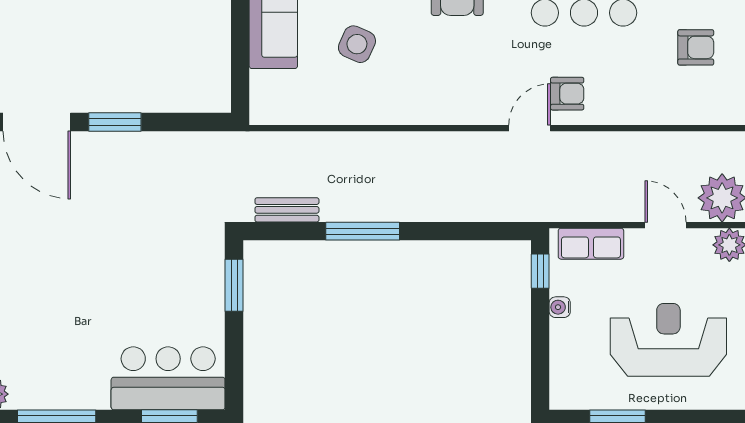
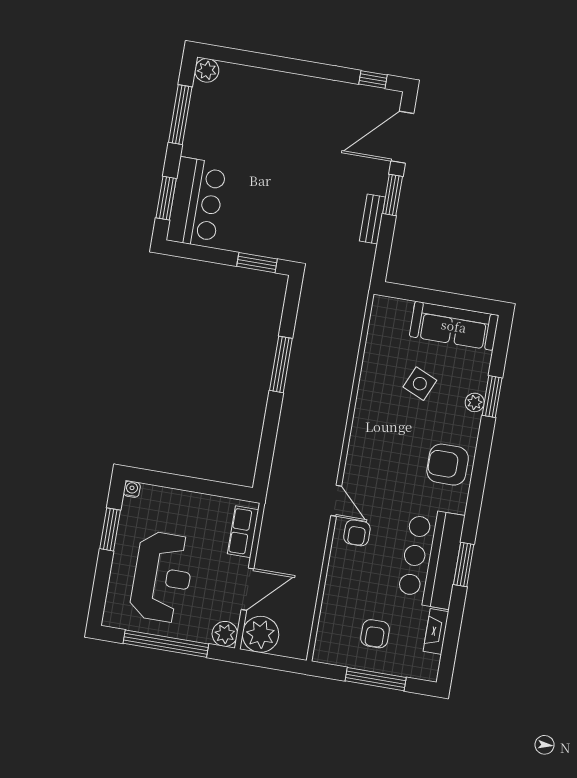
bench: (287, 210) -> (372, 219), moved
door: (665, 225) -> (248, 589), width x1.37
window: (540, 271) -> (229, 491), removed
water cooler: (560, 307) -> (132, 489), moved

